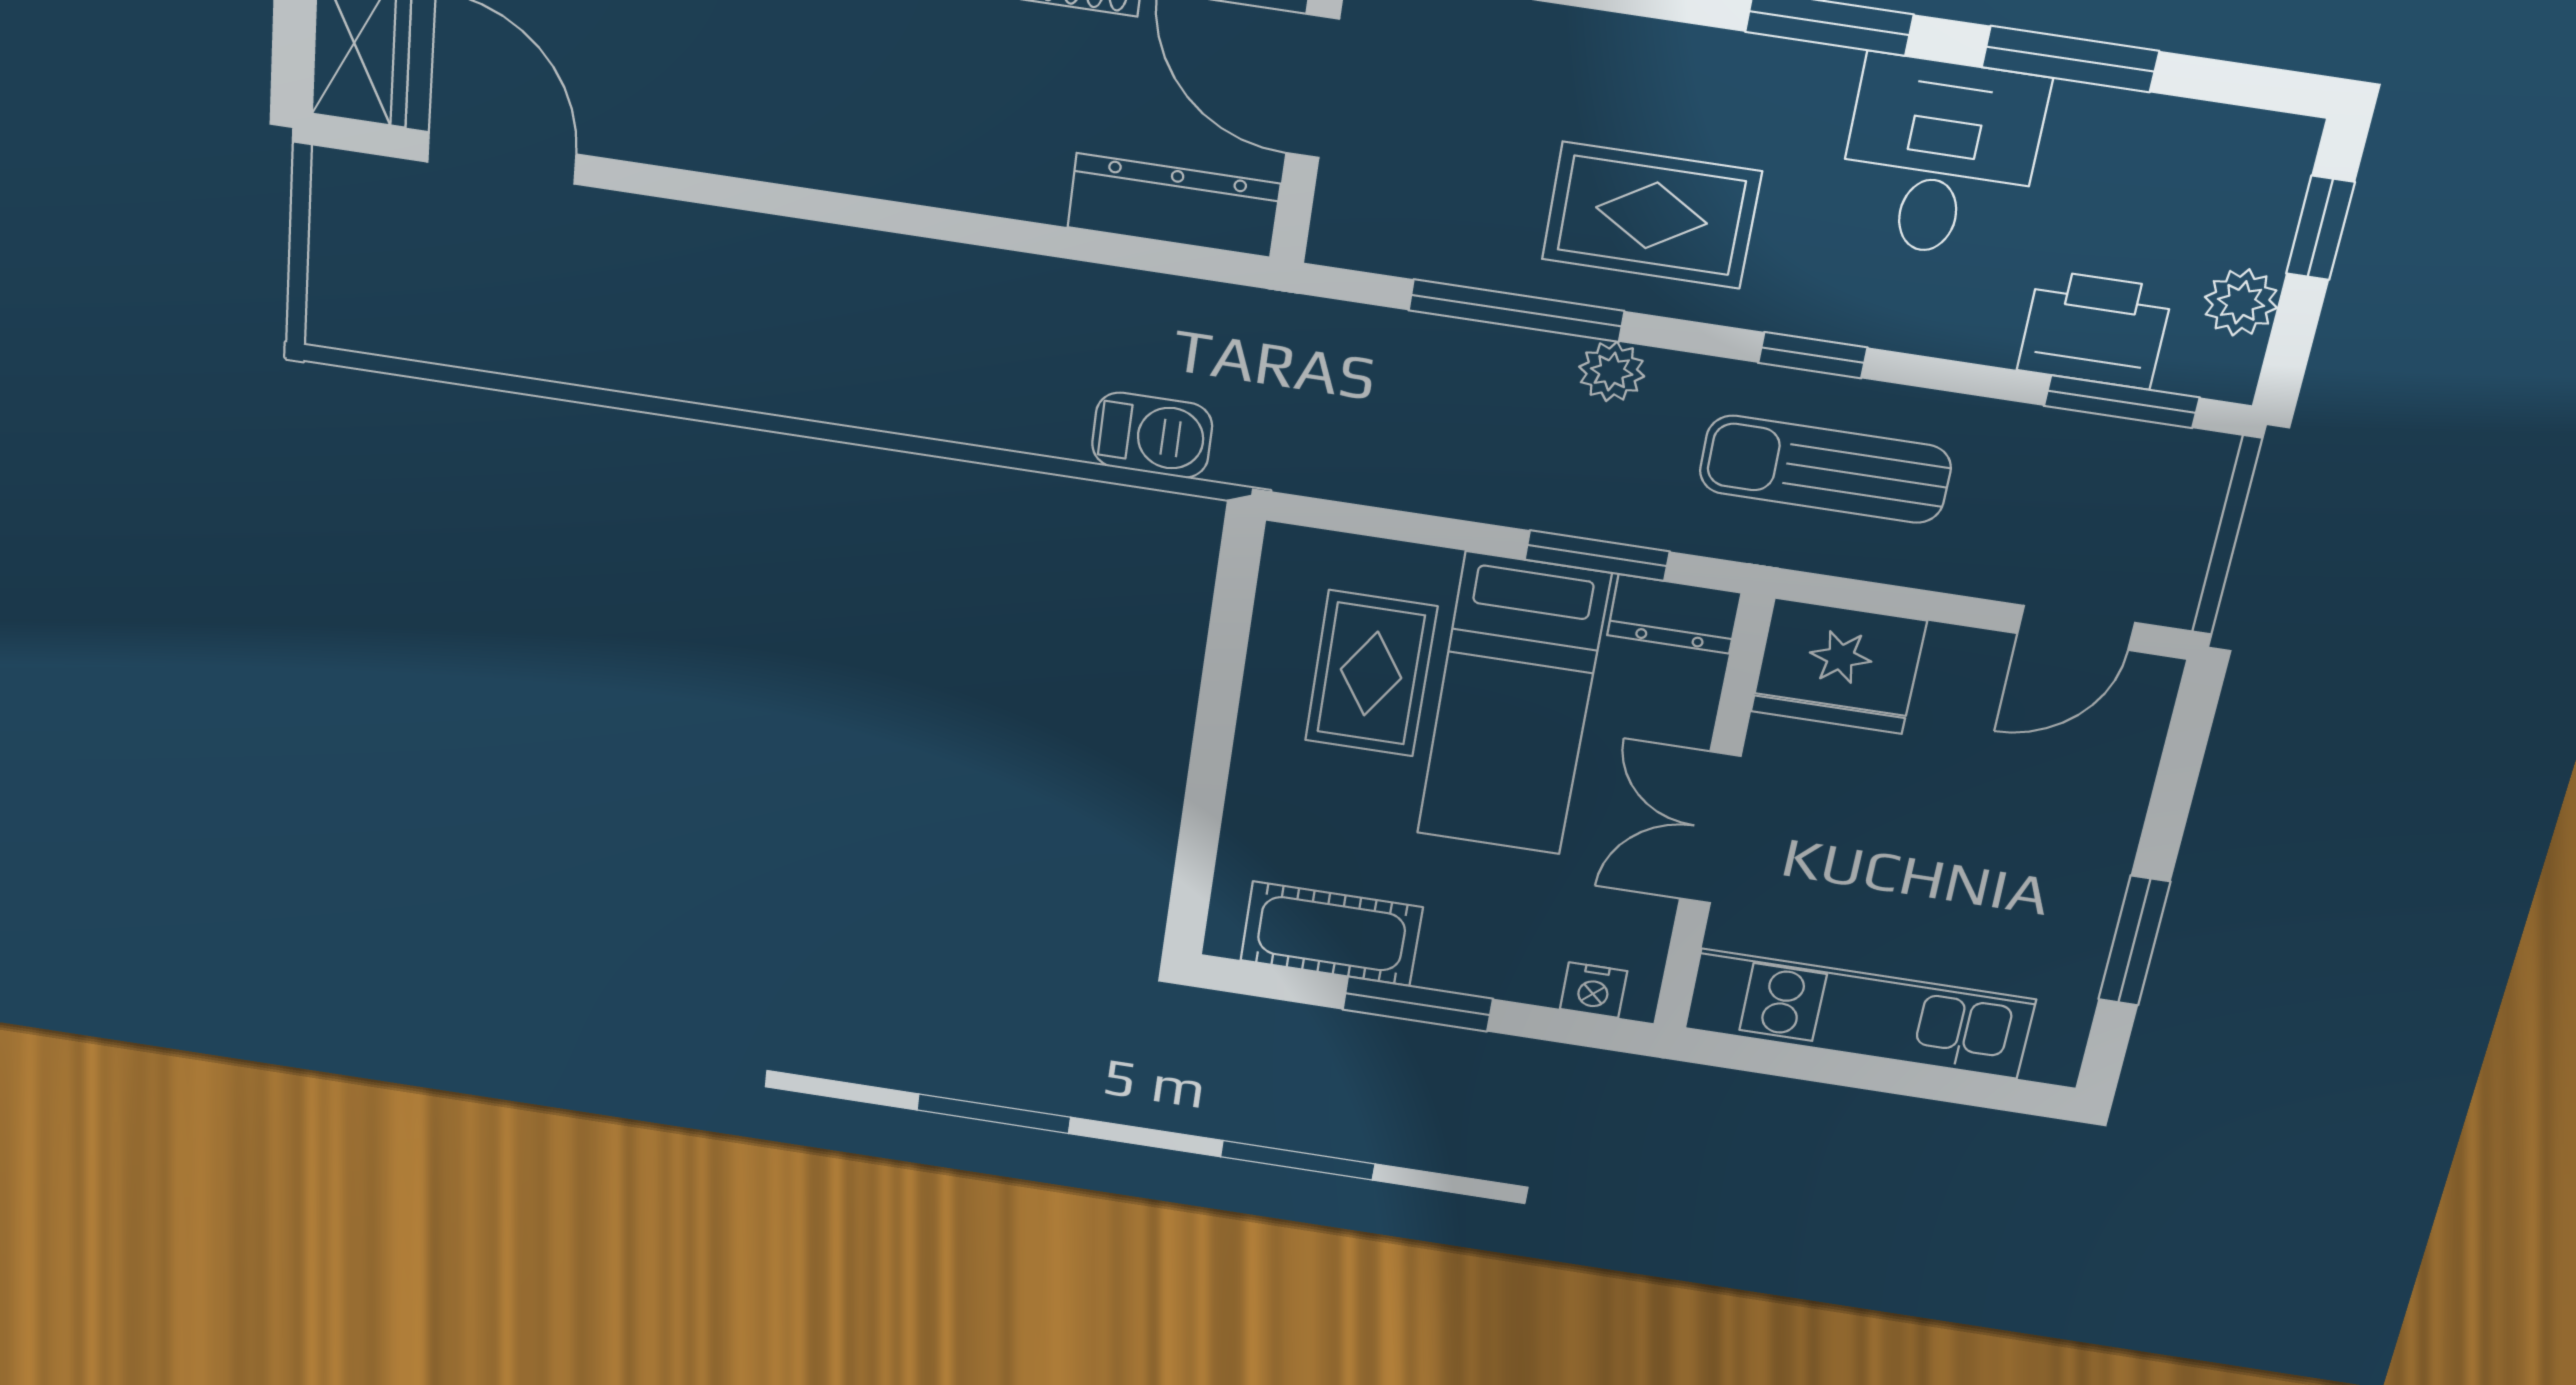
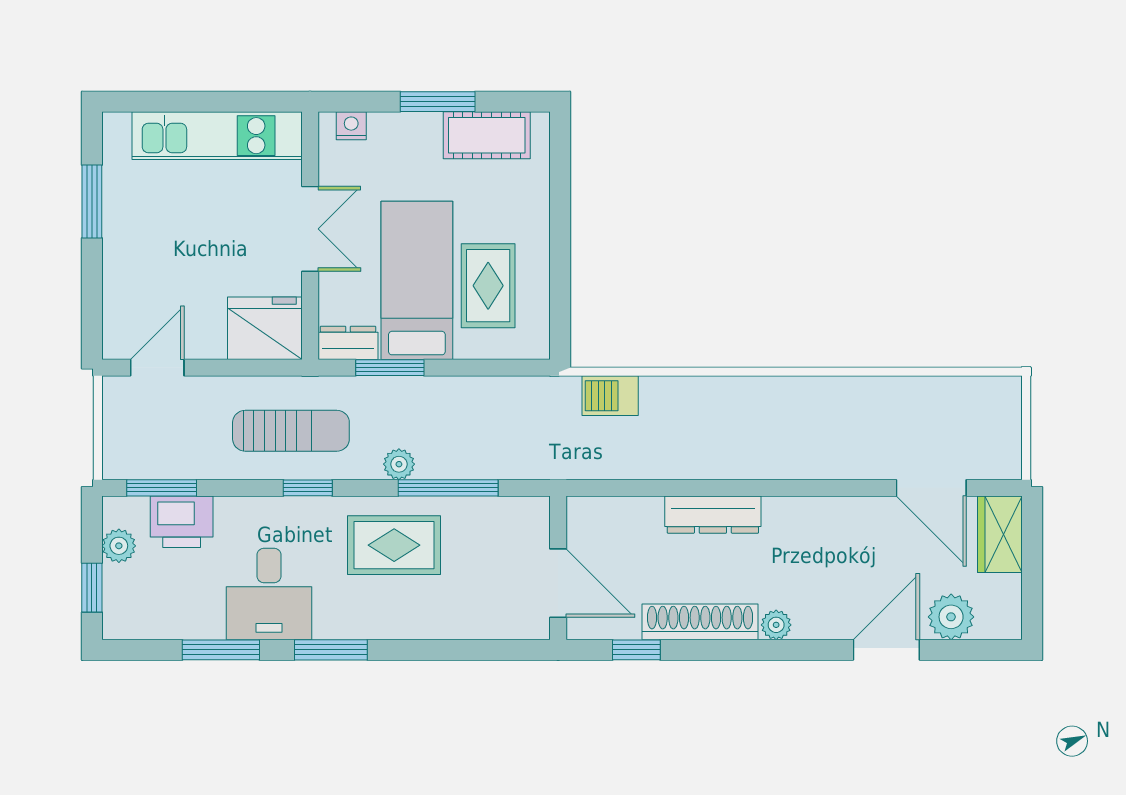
dresser: (1174, 205) -> (713, 515), moved

